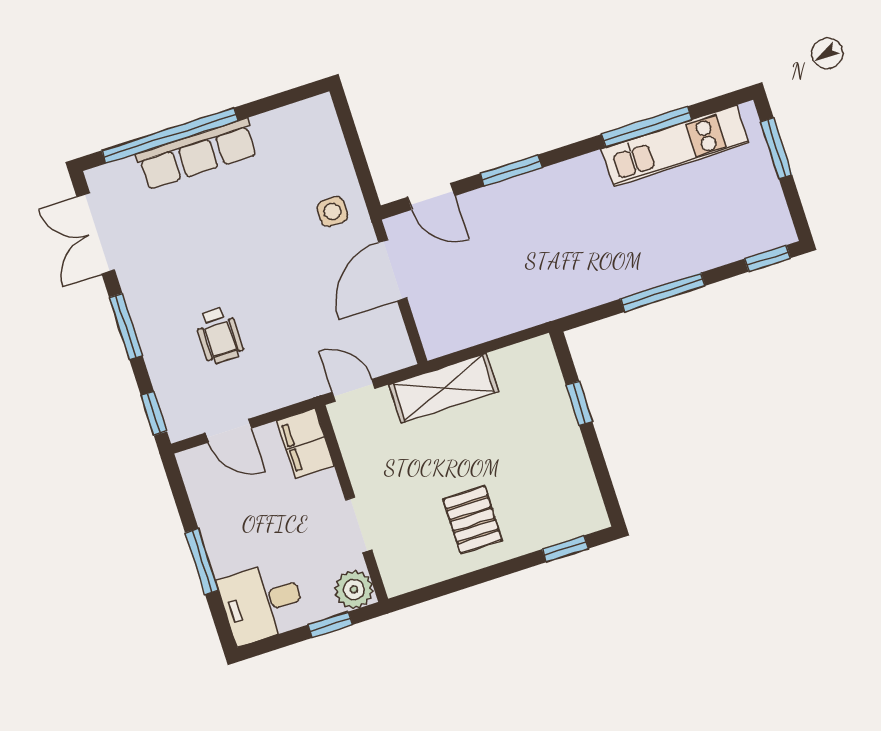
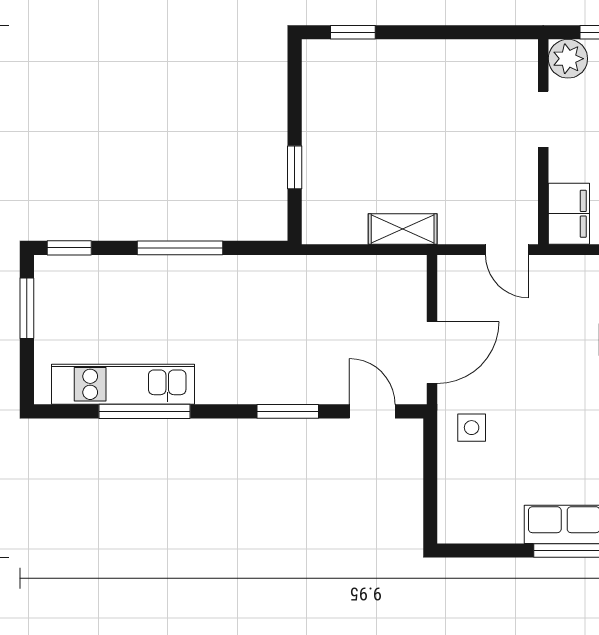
window: (776, 148) -> (27, 308), moved
shelving: (444, 388) -> (403, 229), width x0.67, depth x0.75
pallet: (473, 520) -> (433, 89), removed

